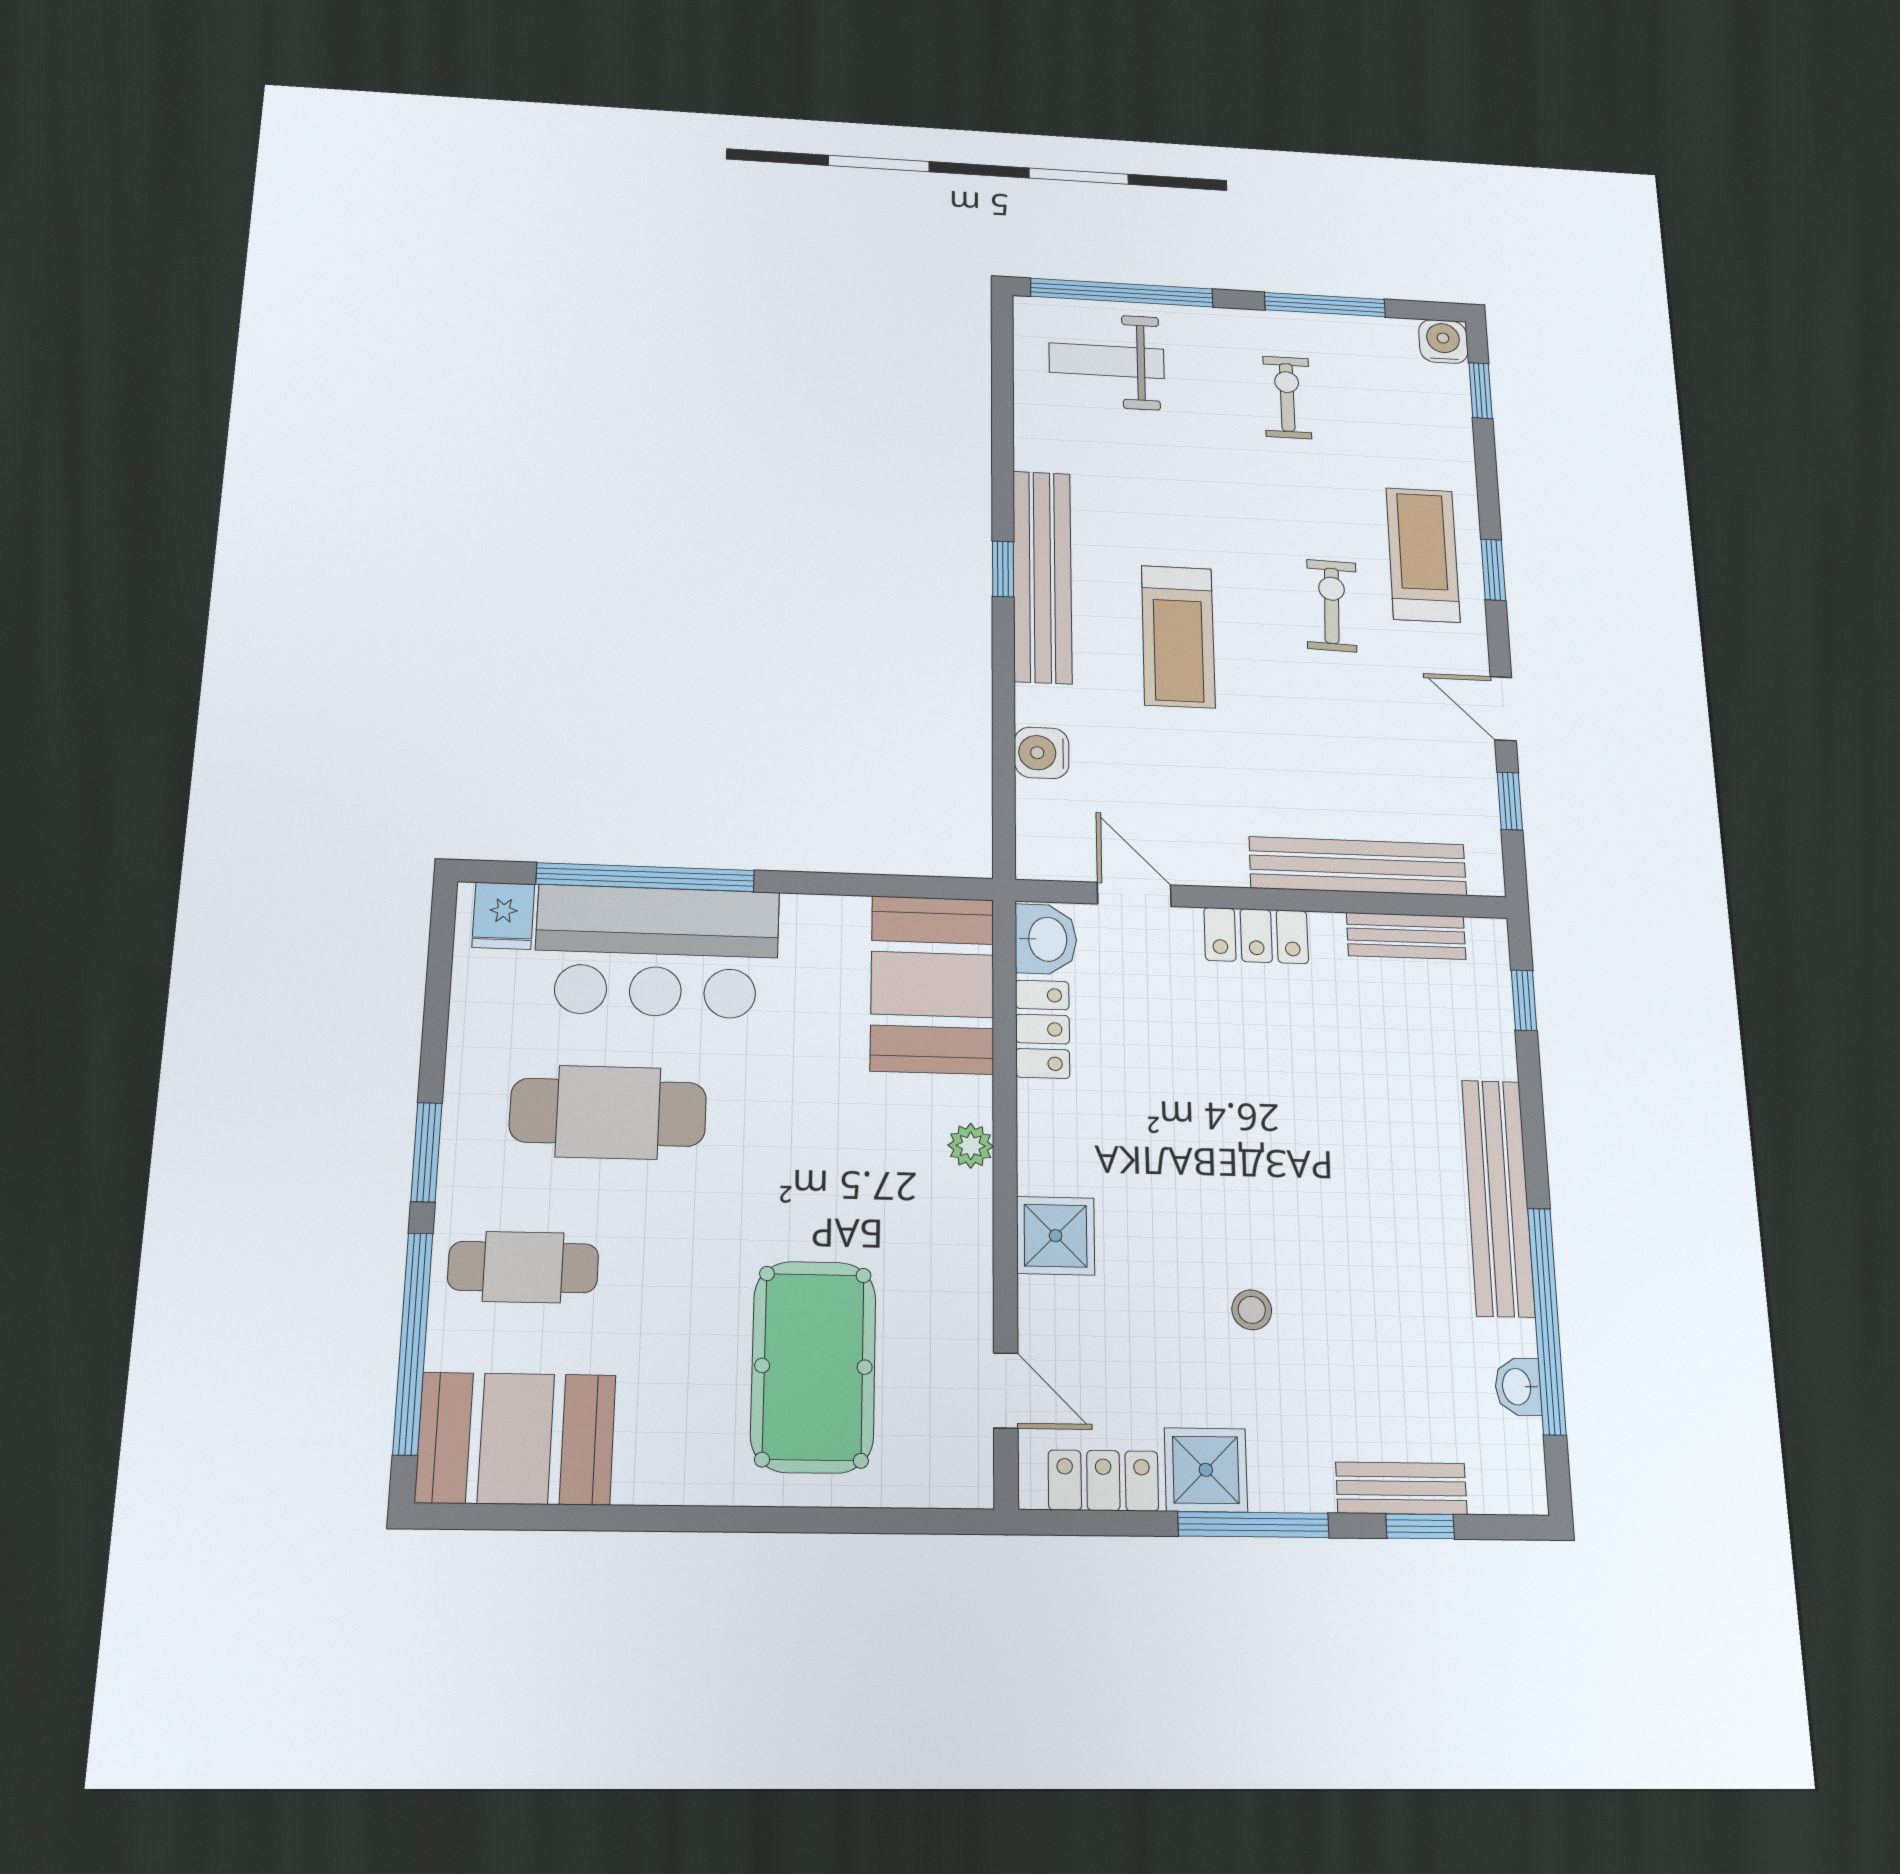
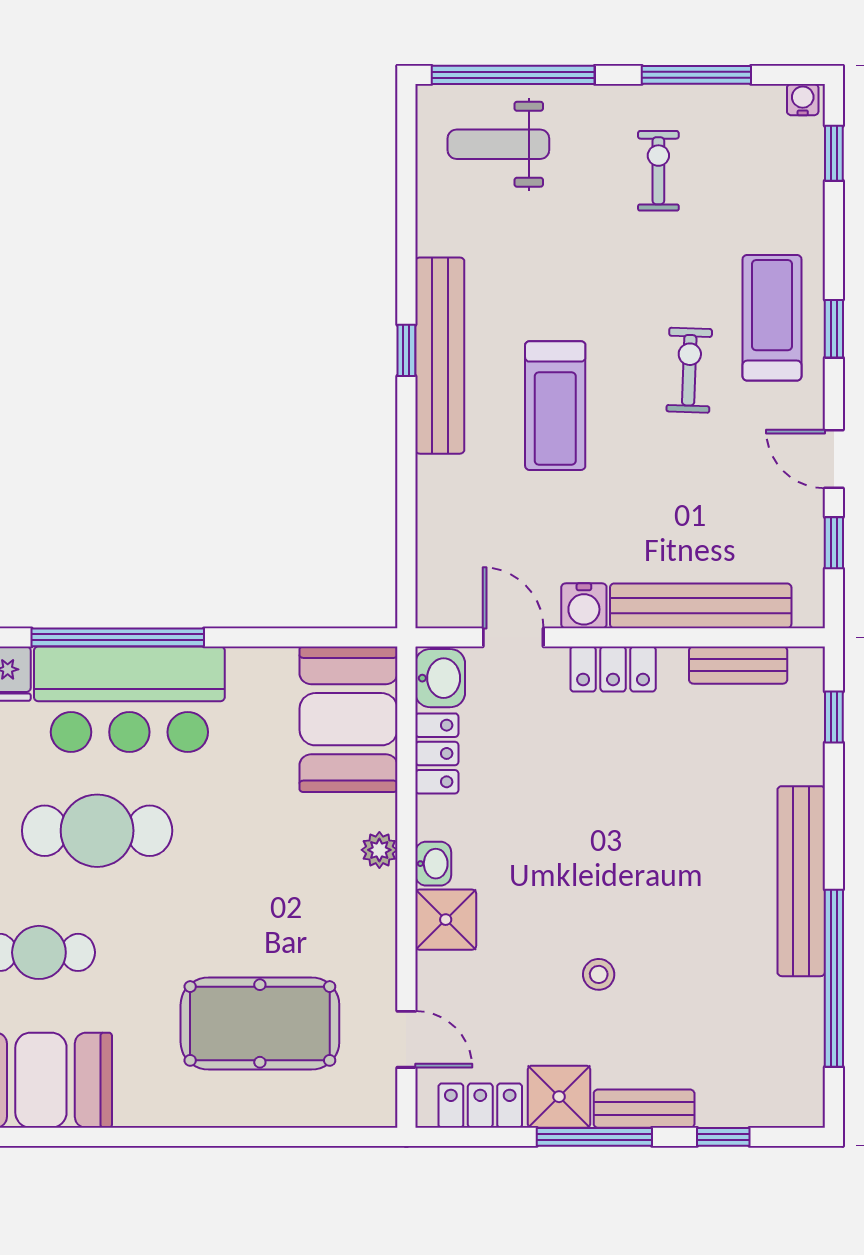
water cooler: (1443, 342) -> (803, 100), width x0.72, depth x0.72
water cooler: (1042, 753) -> (584, 606), moved, turned -90
pool table: (813, 1366) -> (260, 1023), turned 90
washbasin: (1518, 1387) -> (433, 864), moved, turned 180
bench: (1401, 1488) -> (644, 1109), moved

